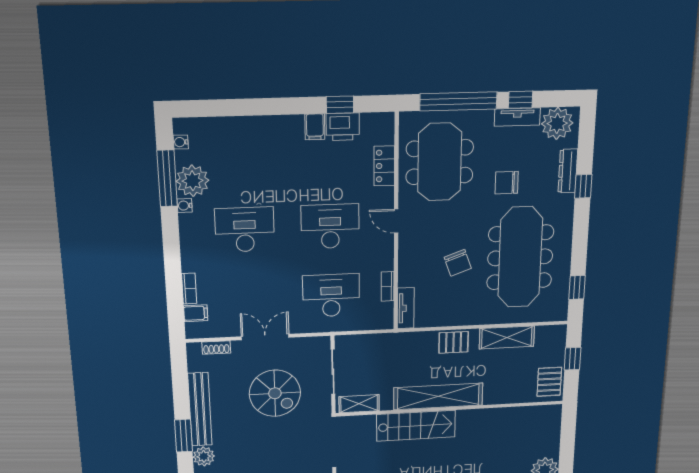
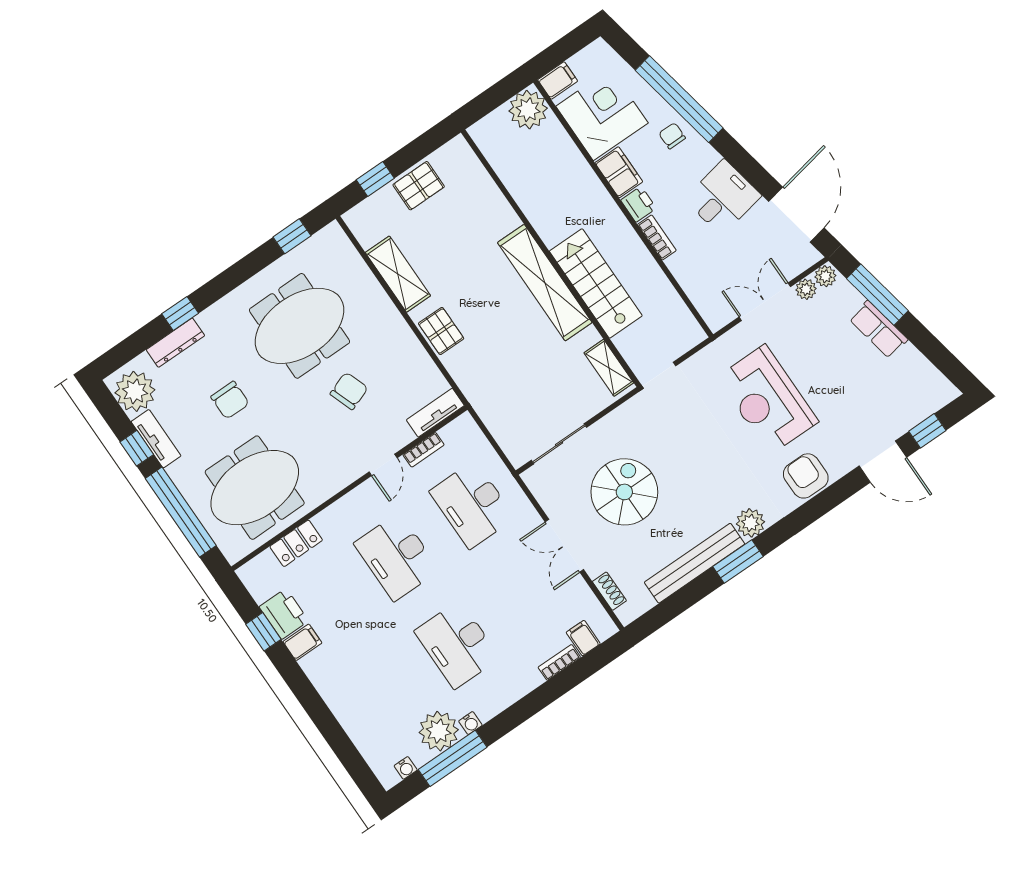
door: (396, 221) -> (383, 465), moved
meeting table: (520, 257) -> (299, 326), width x0.73
shelving: (438, 396) -> (545, 283), moved
shelving: (359, 404) -> (609, 368), moved
wall: (450, 409) -> (551, 258), moved
stairs: (416, 426) -> (596, 283), moved

